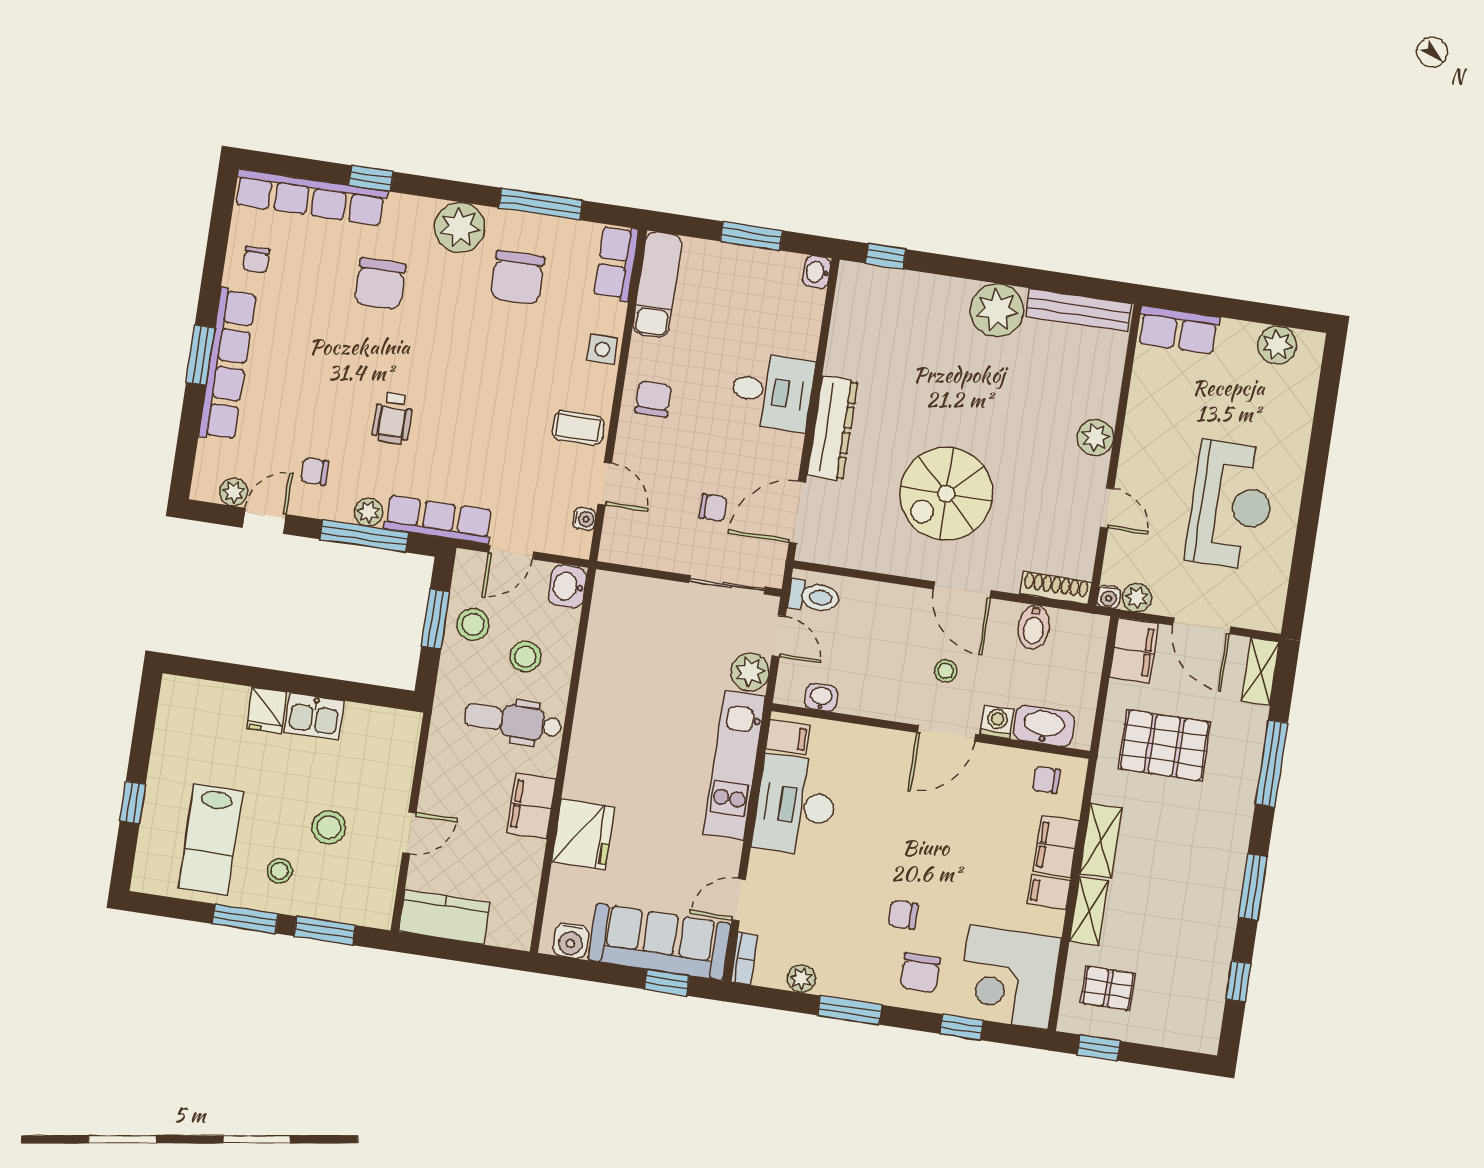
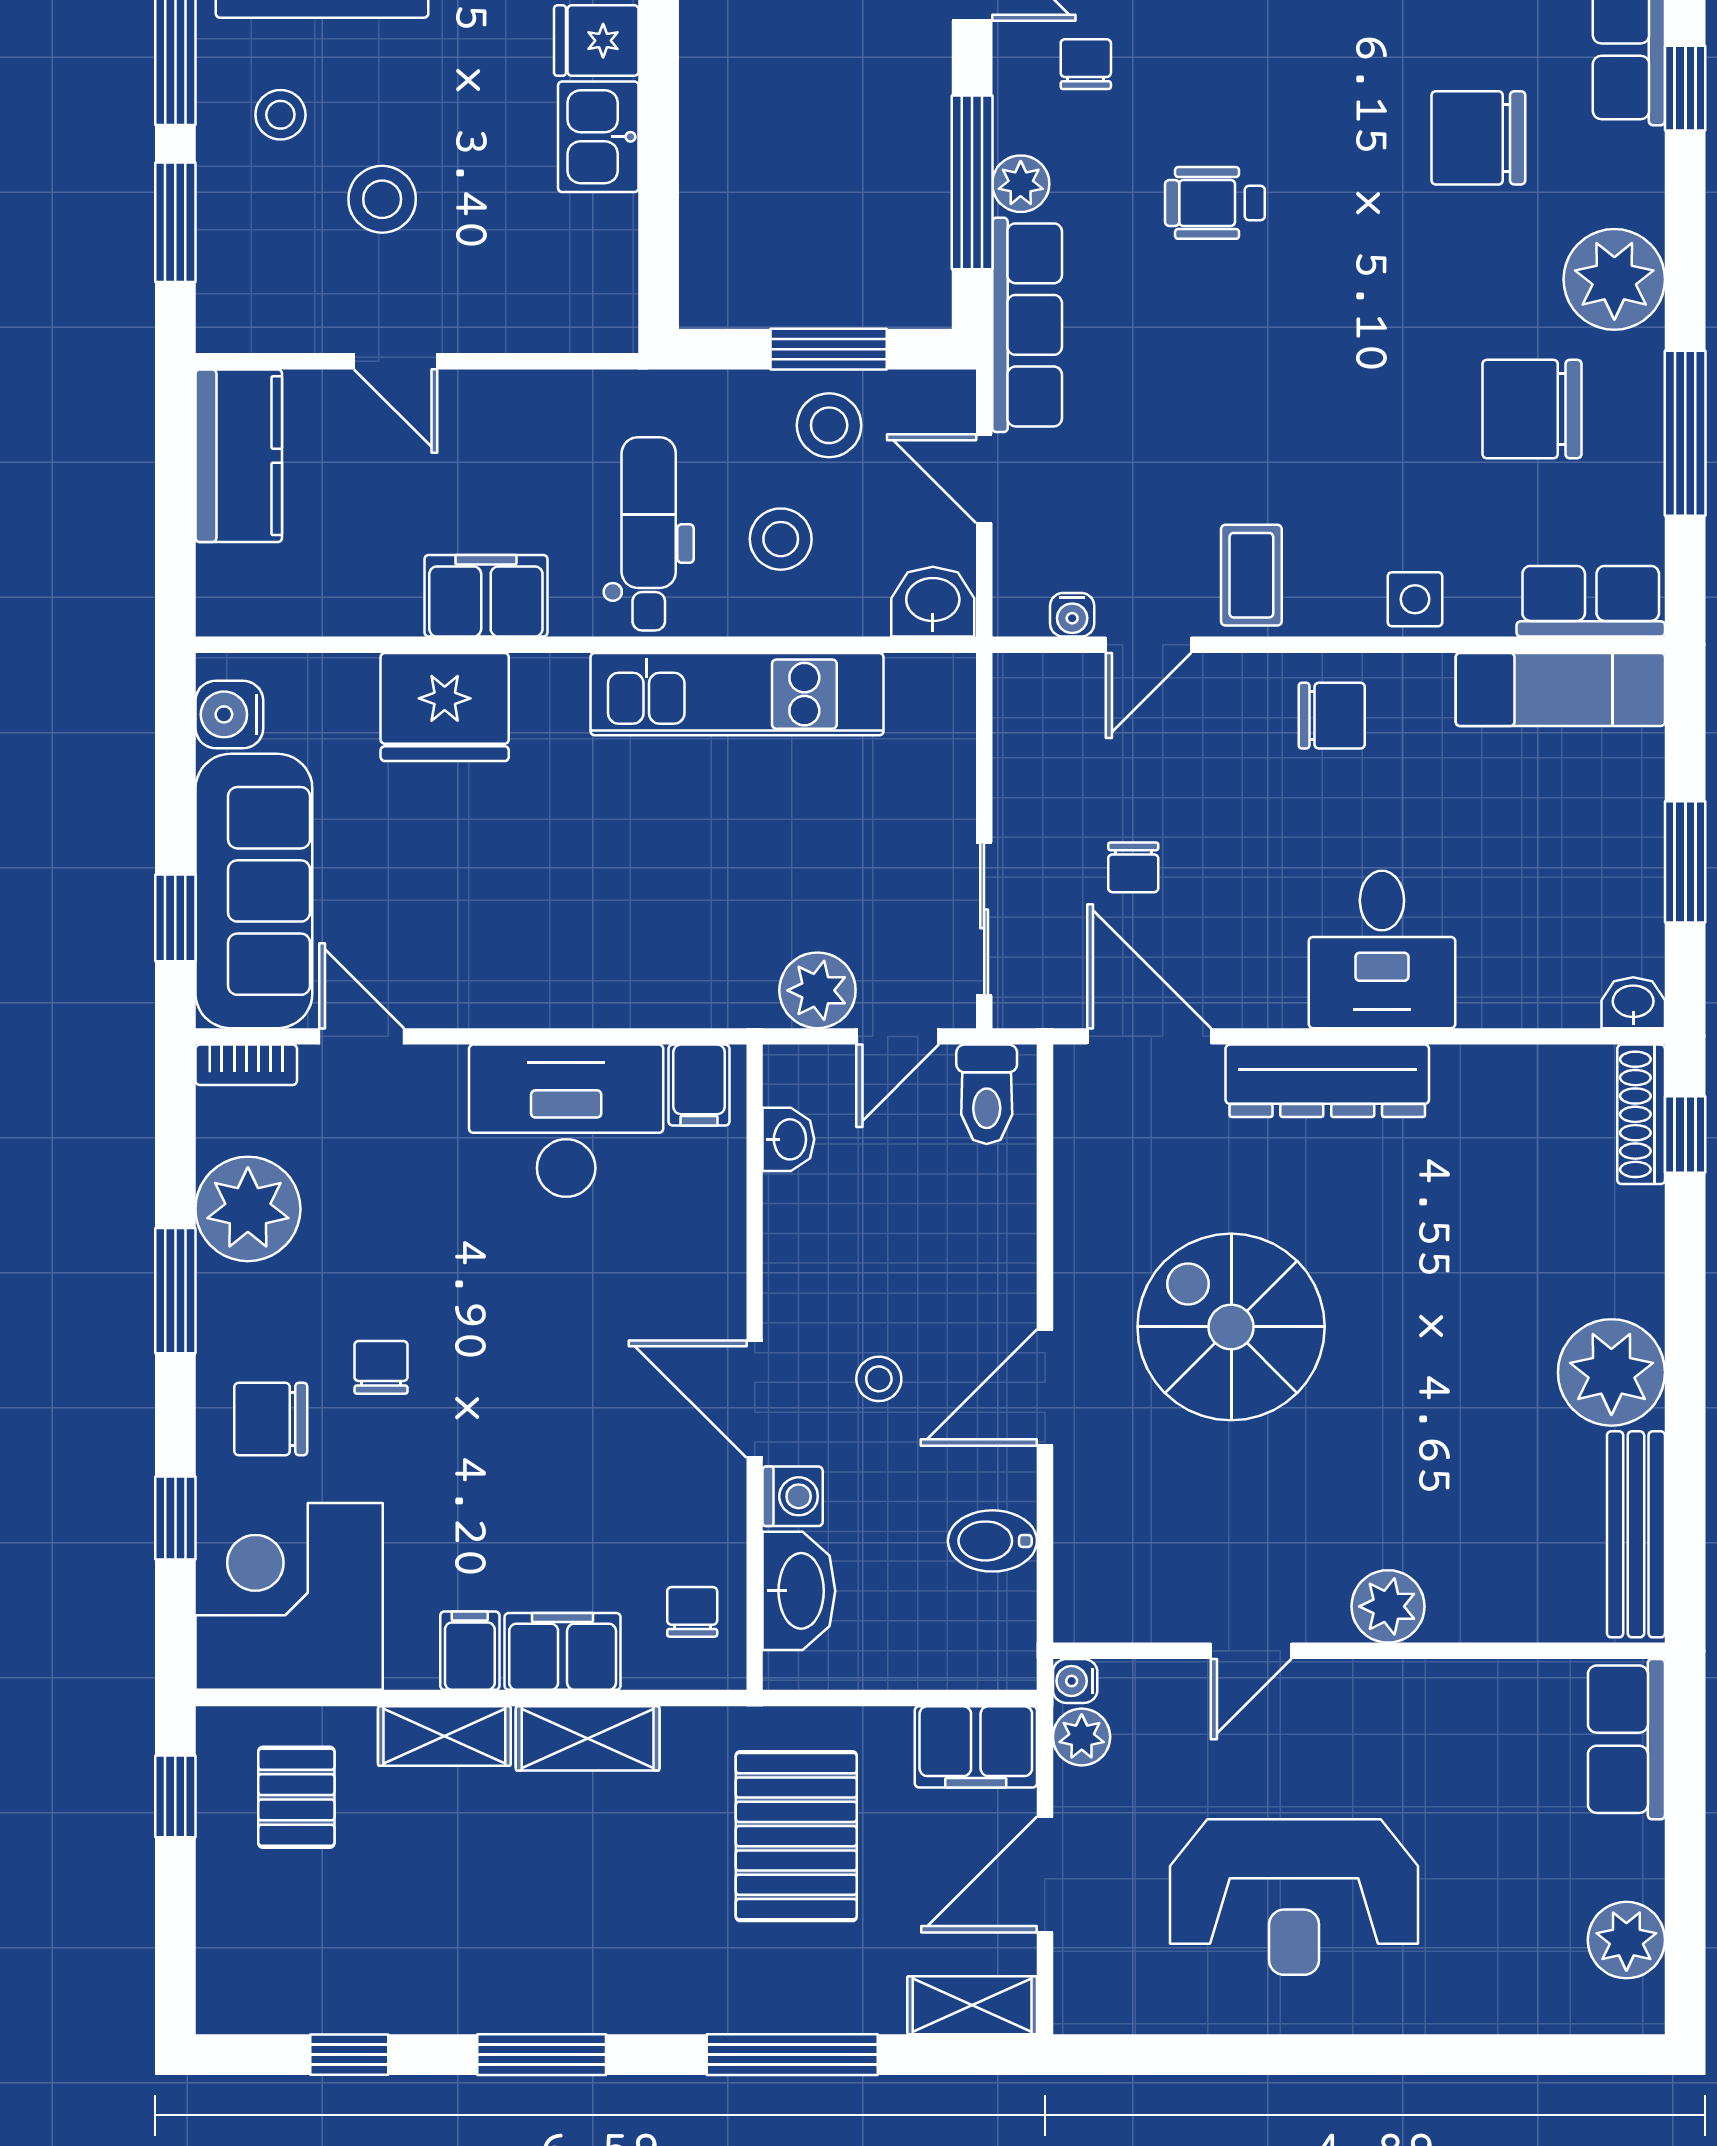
shoe rack: (1056, 588) -> (1641, 1114), moved, turned 180
kitchen unit: (734, 765) -> (737, 694), moved, turned 180
plant: (801, 979) -> (248, 1209), width x1.88, depth x1.88

